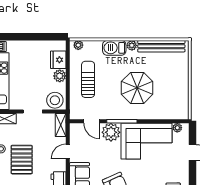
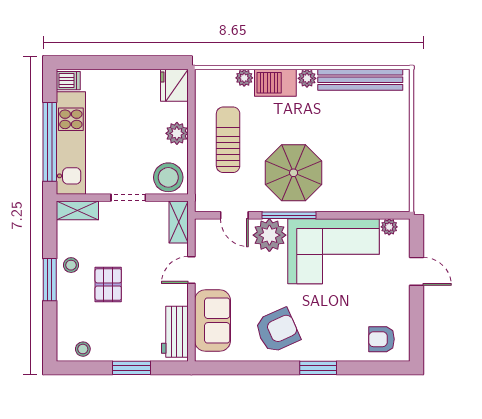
plant: (78, 45) -> (244, 78), moved
fridge: (58, 60) -> (174, 85), moved
parasol: (137, 88) -> (294, 173), moved
pallet: (22, 160) -> (108, 284), width x0.67, depth x0.71

